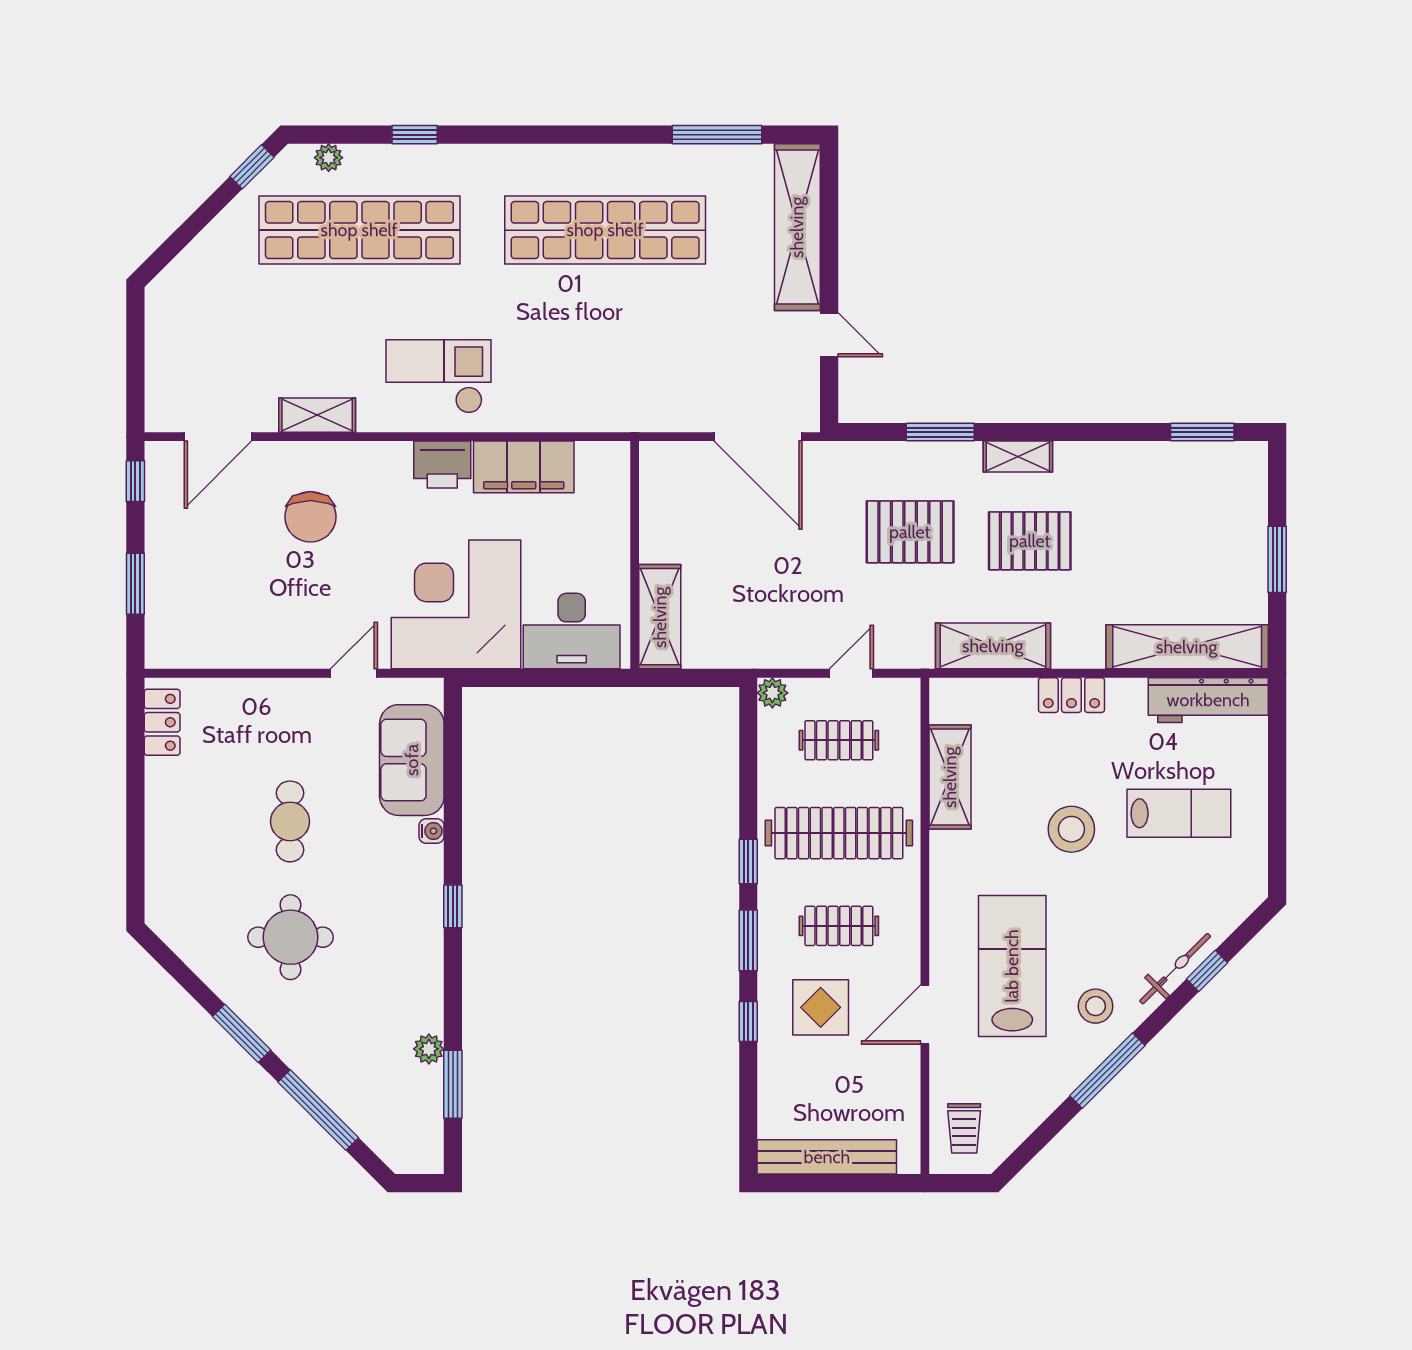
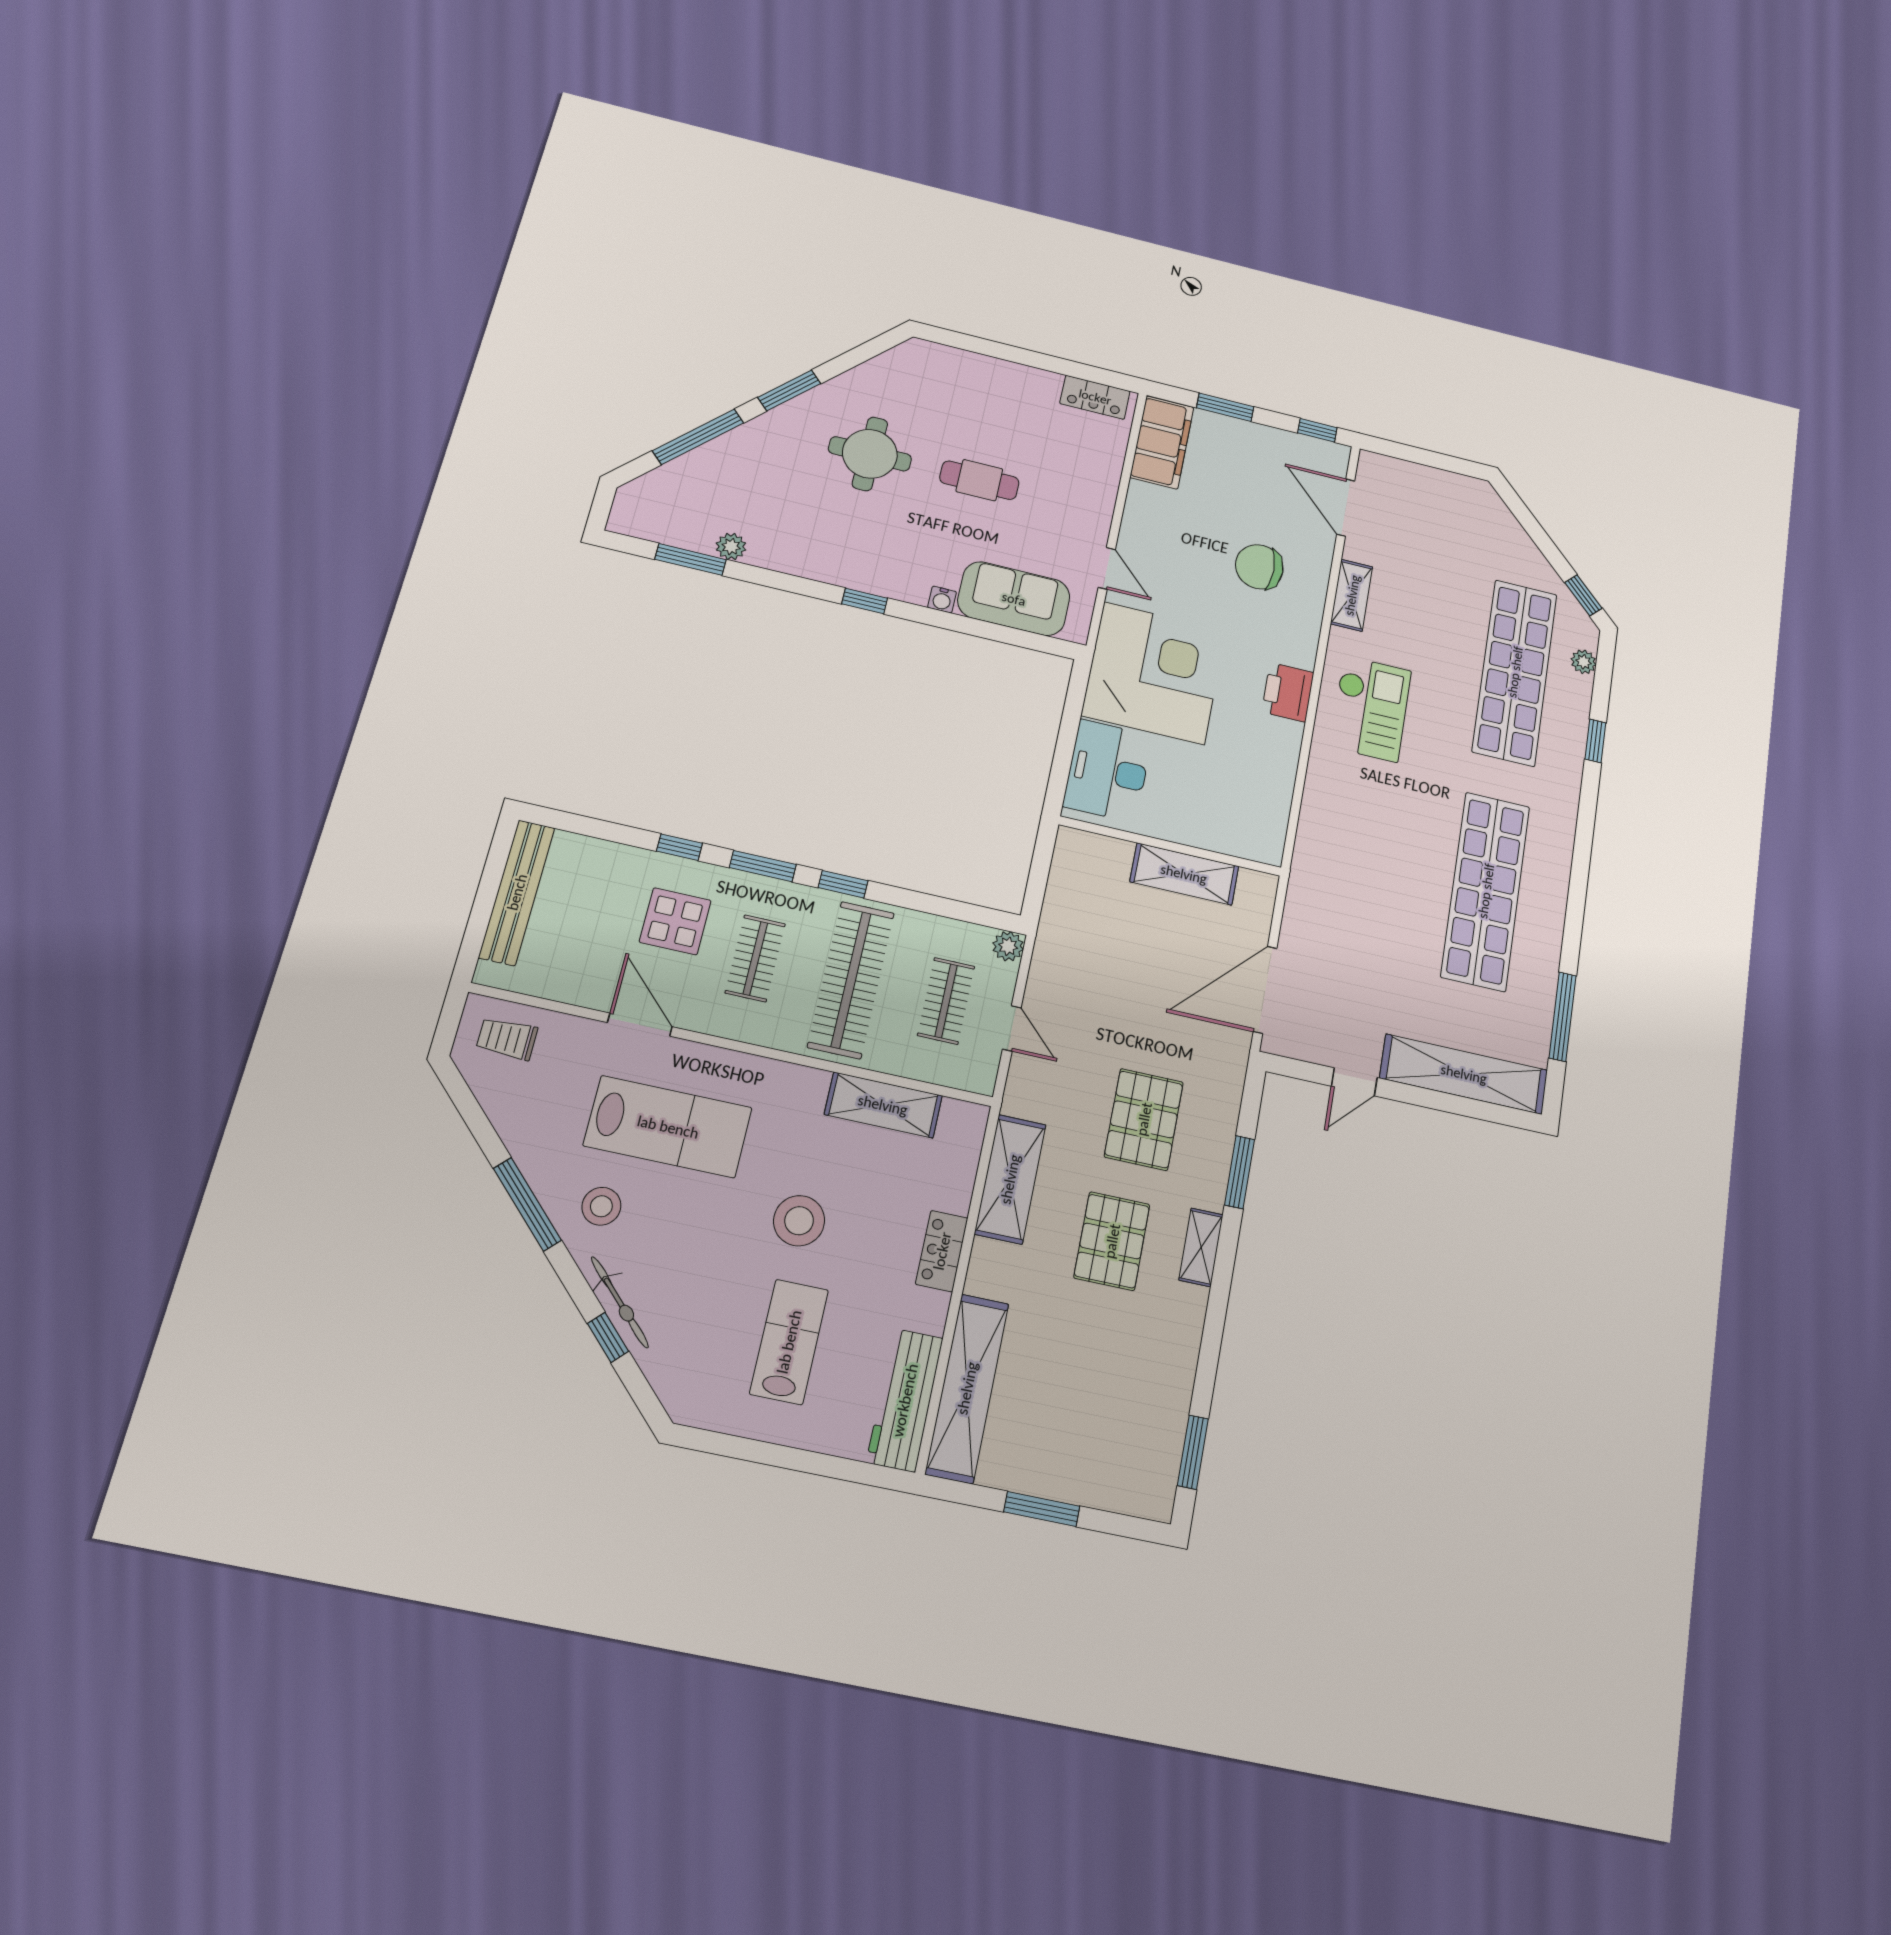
filing cabinet: (524, 467) -> (1162, 442), moved, turned 180
shelving: (660, 617) -> (1184, 874), moved
lab bench: (1179, 813) -> (789, 1342), turned 180

